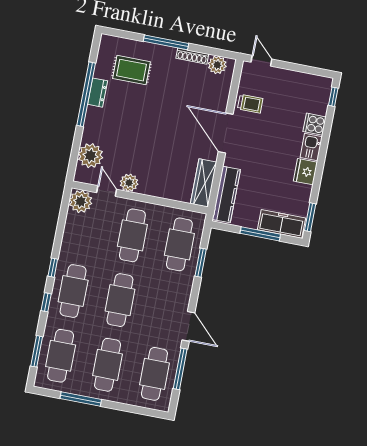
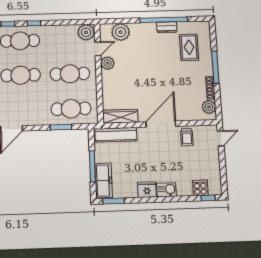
cooker: (315, 124) -> (200, 188), moved

